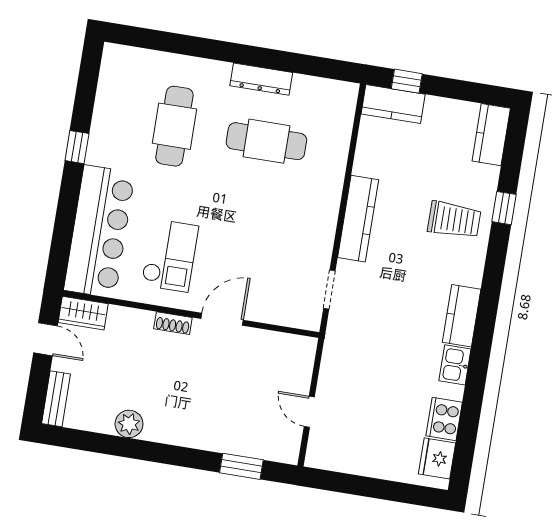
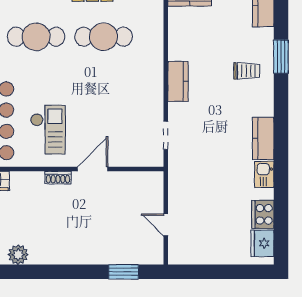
cafe table: (174, 126) -> (36, 37), turned 90
window: (504, 208) -> (281, 57), width x1.50
kitchen counter: (358, 219) -> (178, 81), width x0.67
trolley: (454, 220) -> (247, 71), width x0.73, depth x0.72
plant: (129, 424) -> (18, 255), moved

